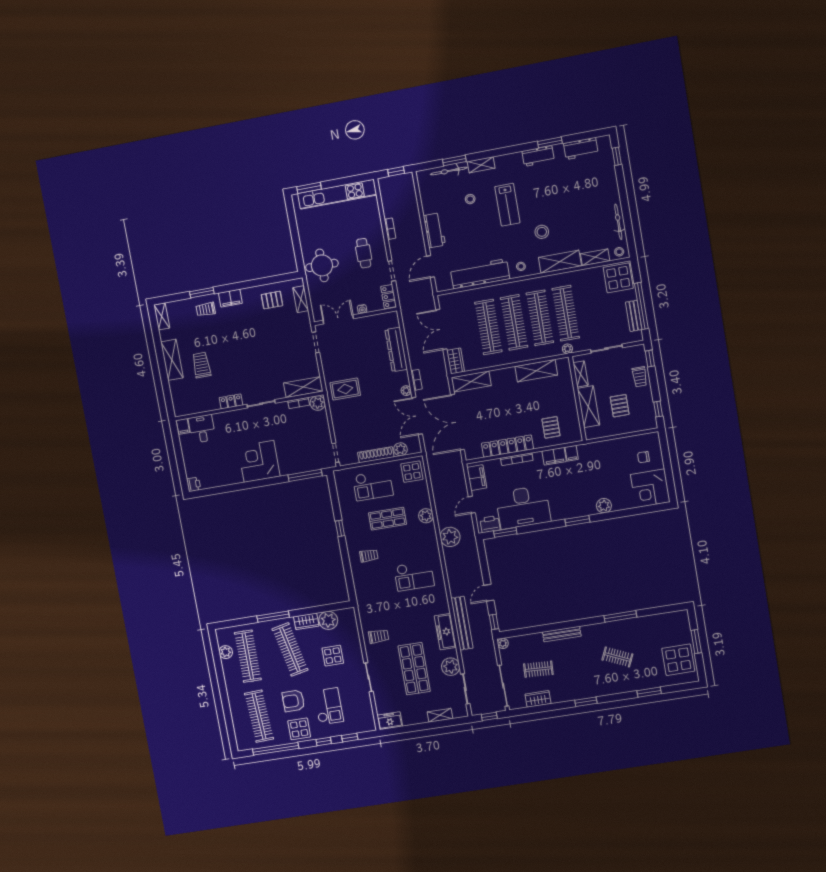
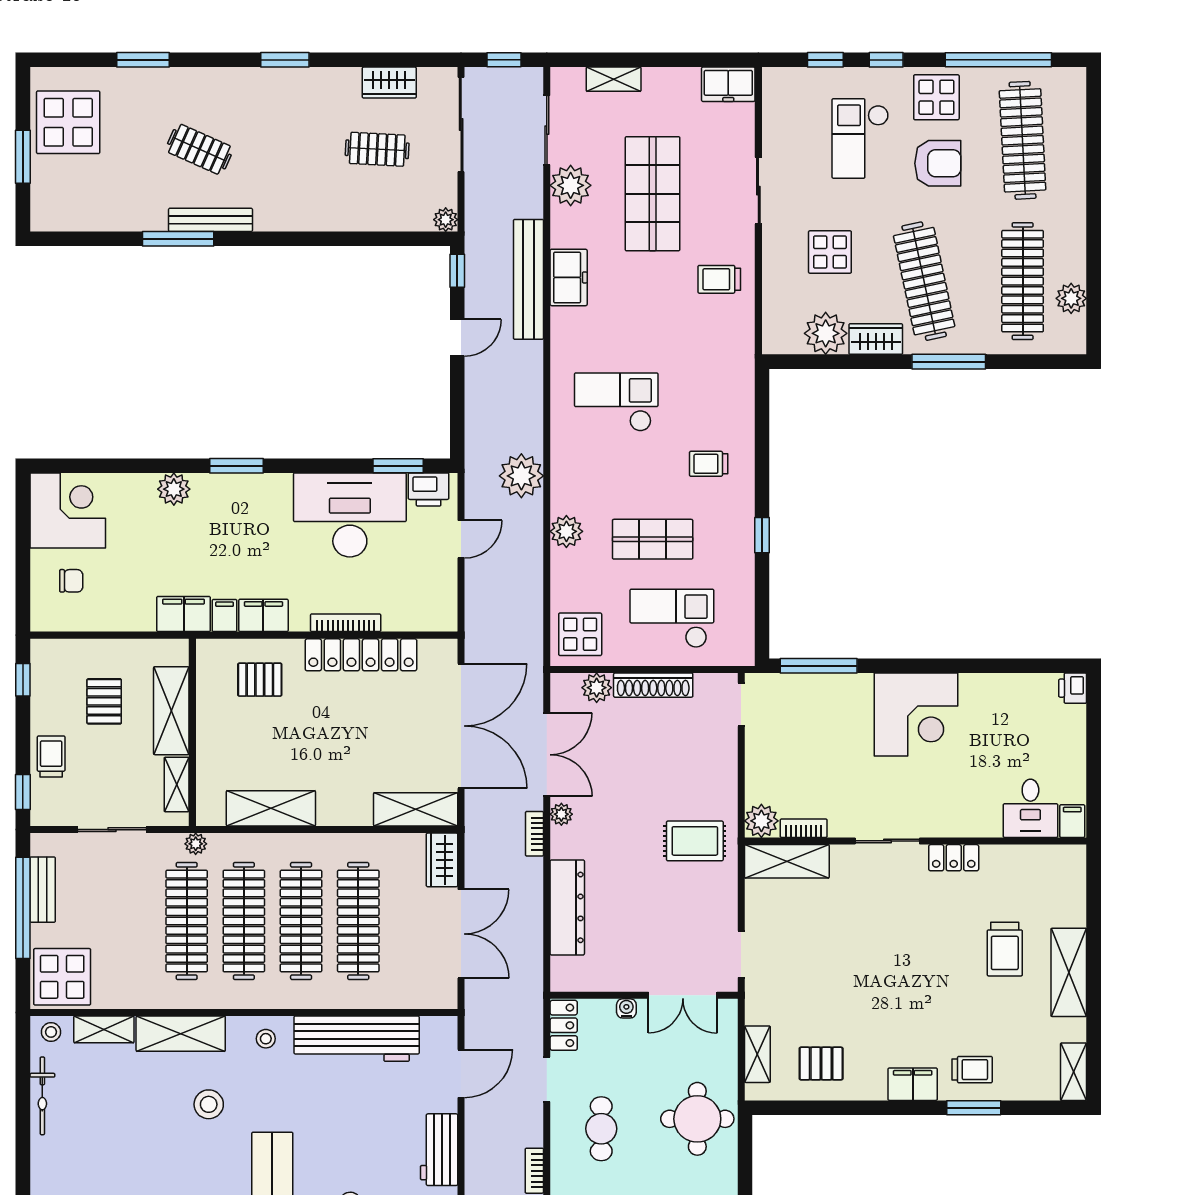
pallet: (551, 427) -> (260, 680), turned 90
filing cabinet: (477, 478) -> (184, 614), moved, turned 90
freezer: (445, 632) -> (569, 277), width x0.71
bench: (562, 634) -> (210, 220), moved

